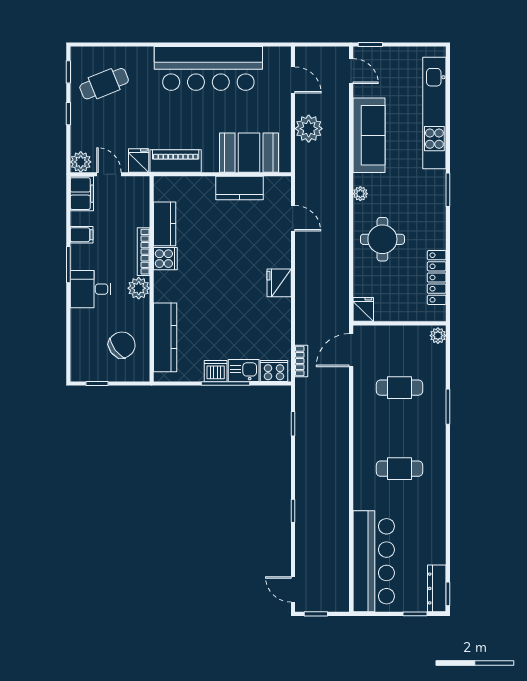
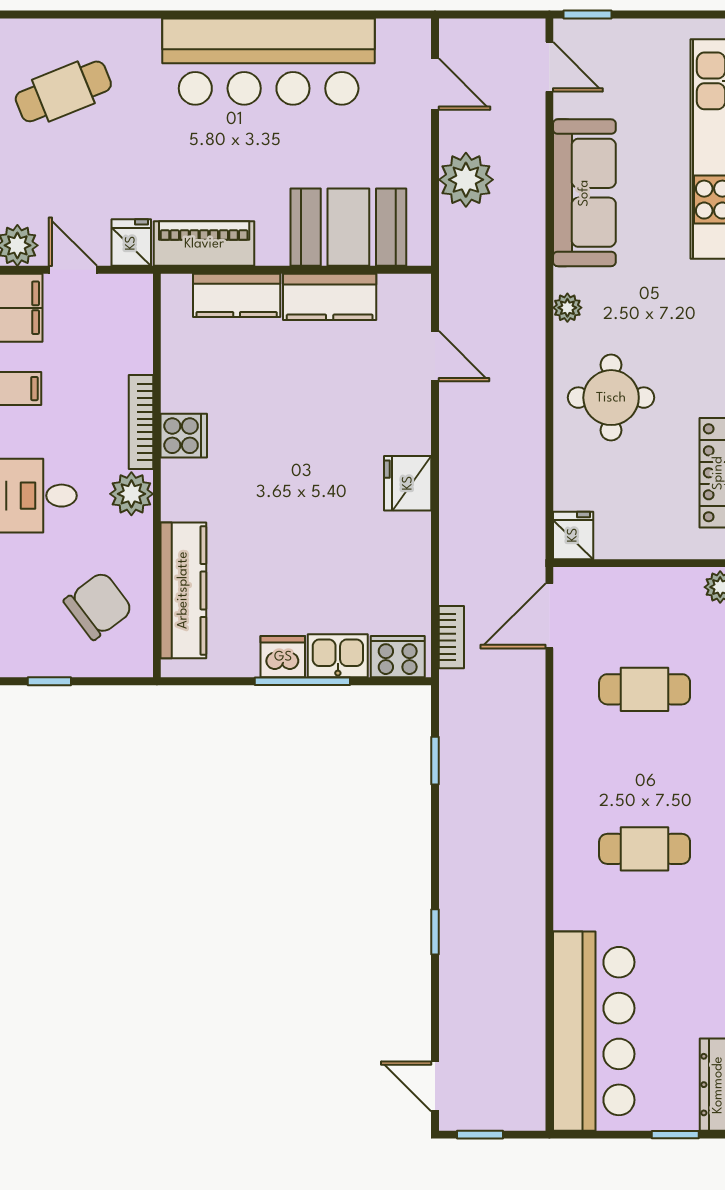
kitchen counter: (165, 224) -> (237, 295), moved, turned 90

